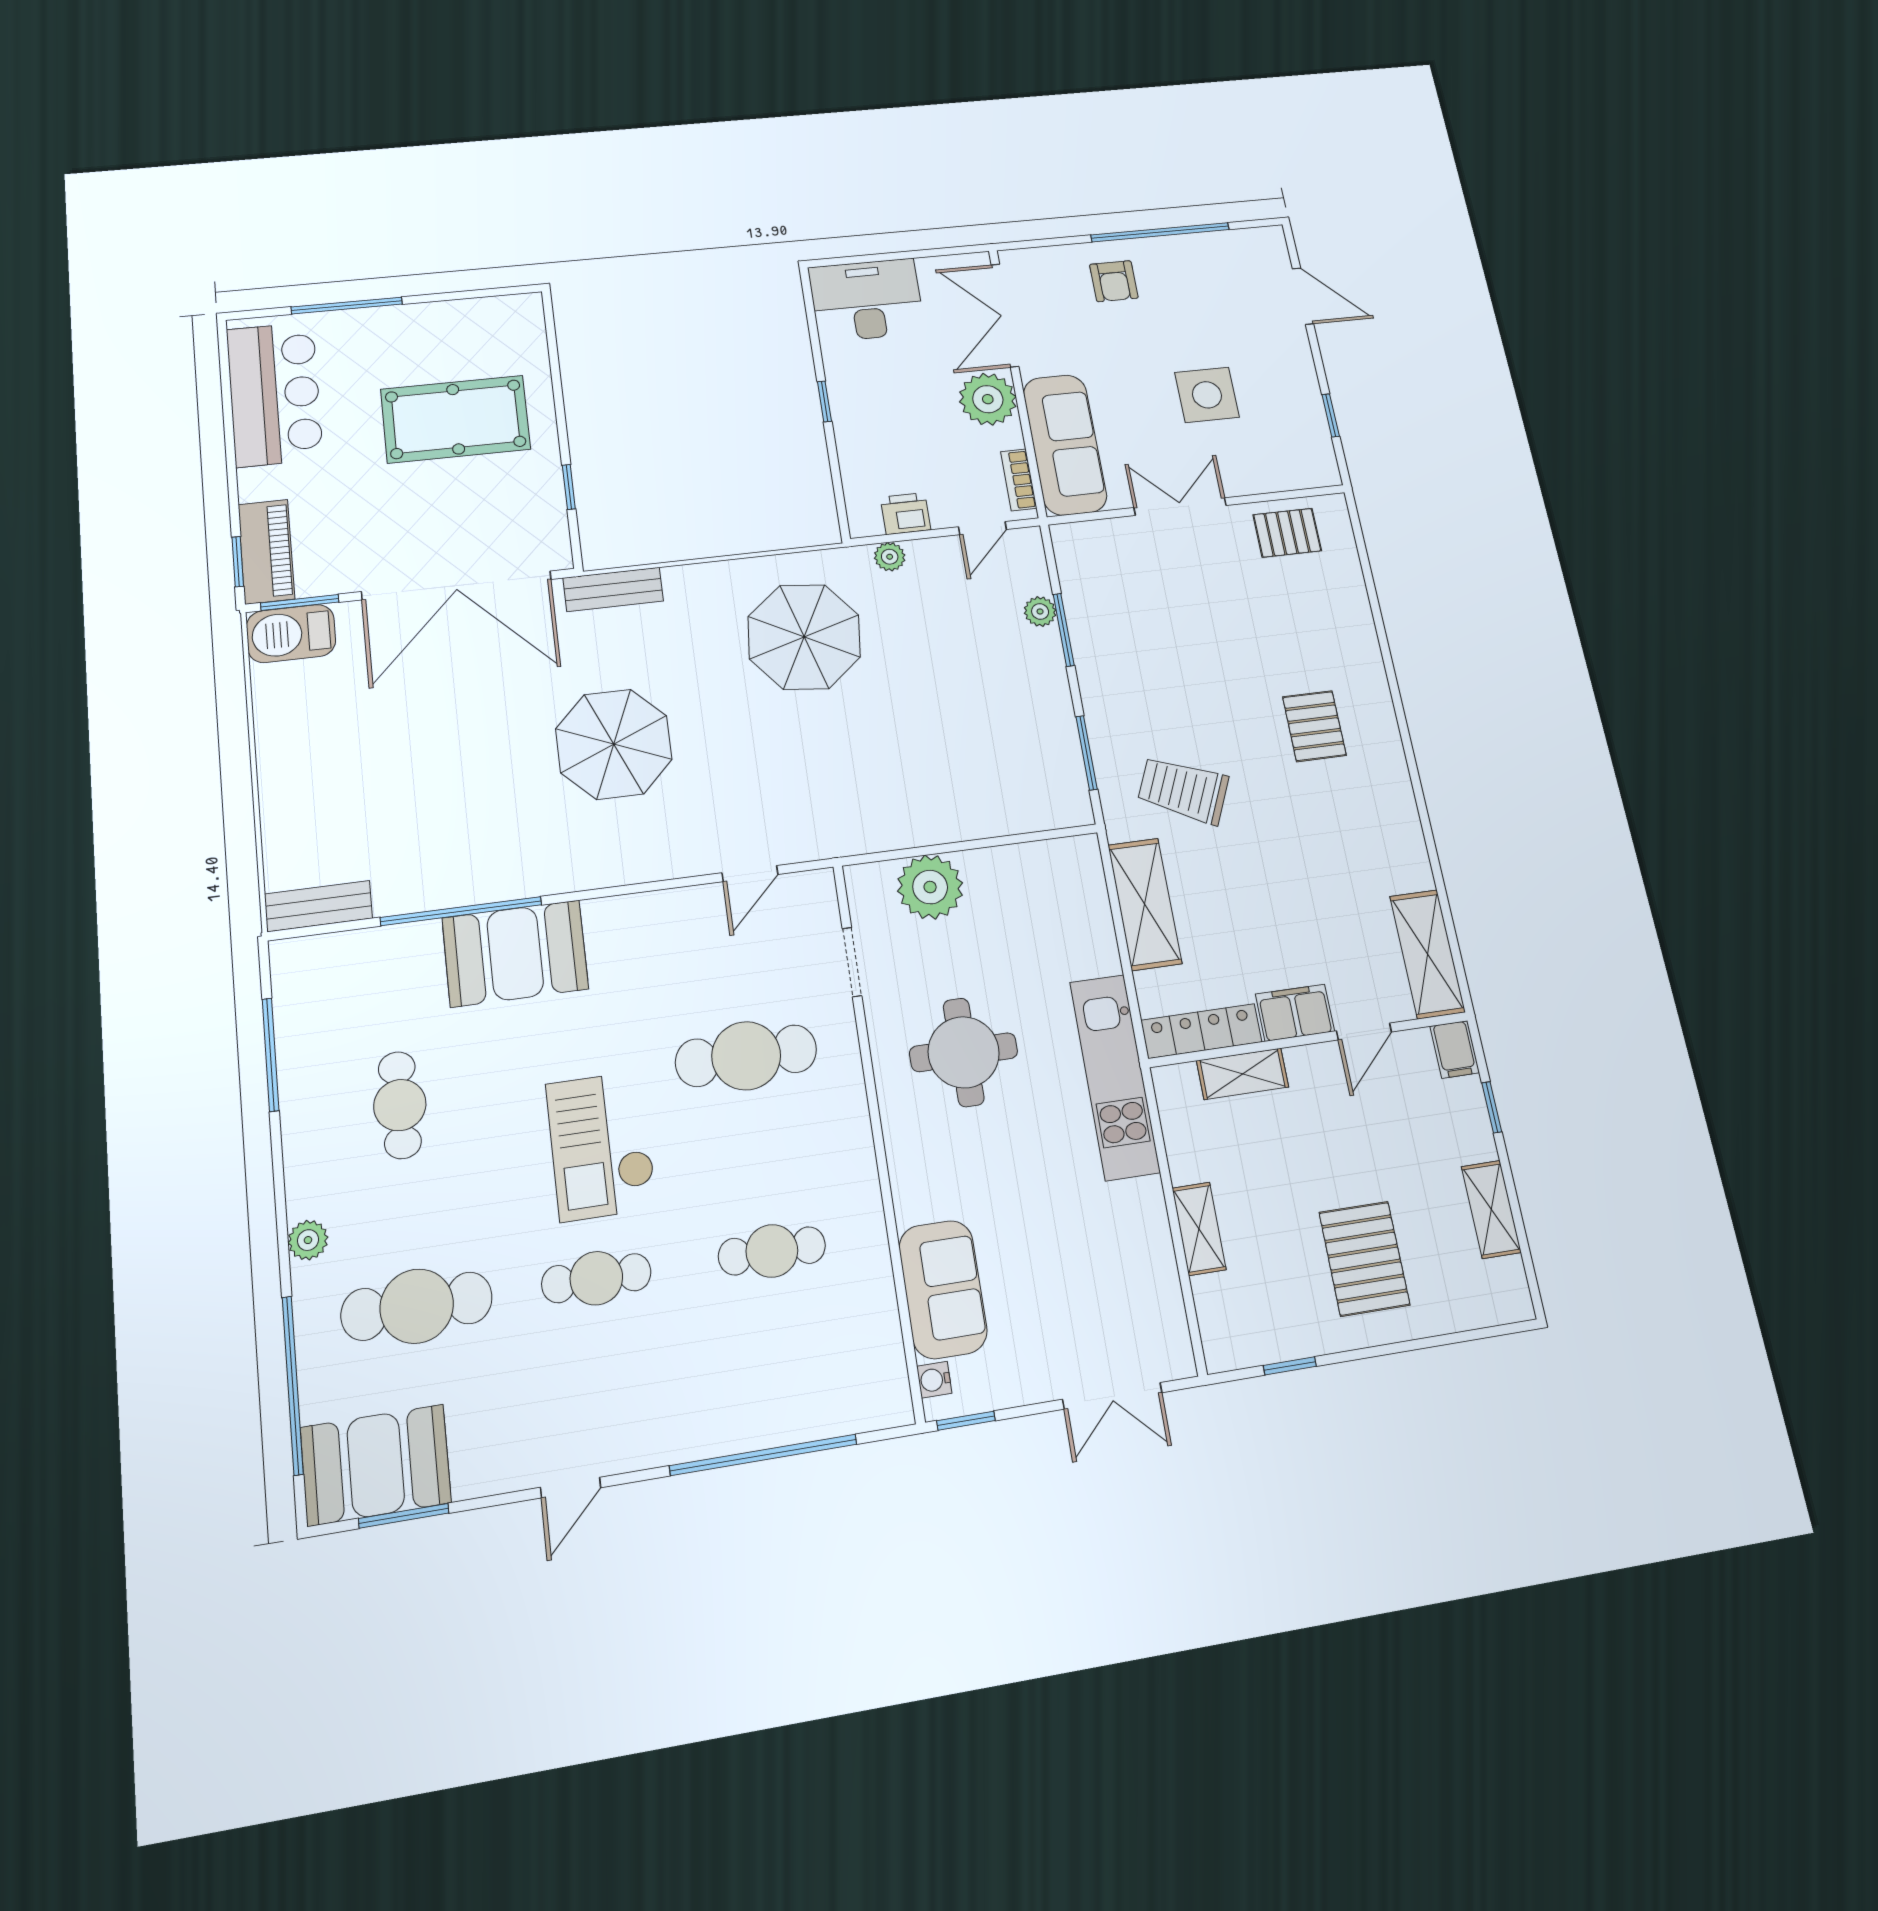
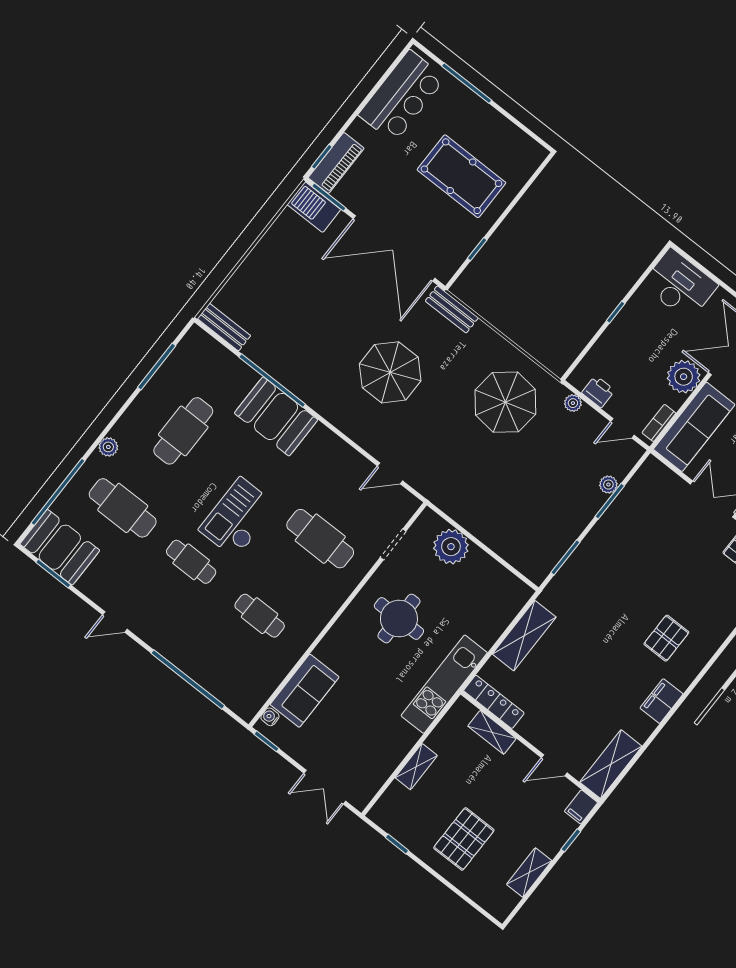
trolley: (1183, 790) -> (587, 609), removed
filing cabinet: (1295, 1013) -> (661, 701), moved, turned -90
cafe table: (400, 1105) -> (183, 431), width x1.37, depth x1.35

